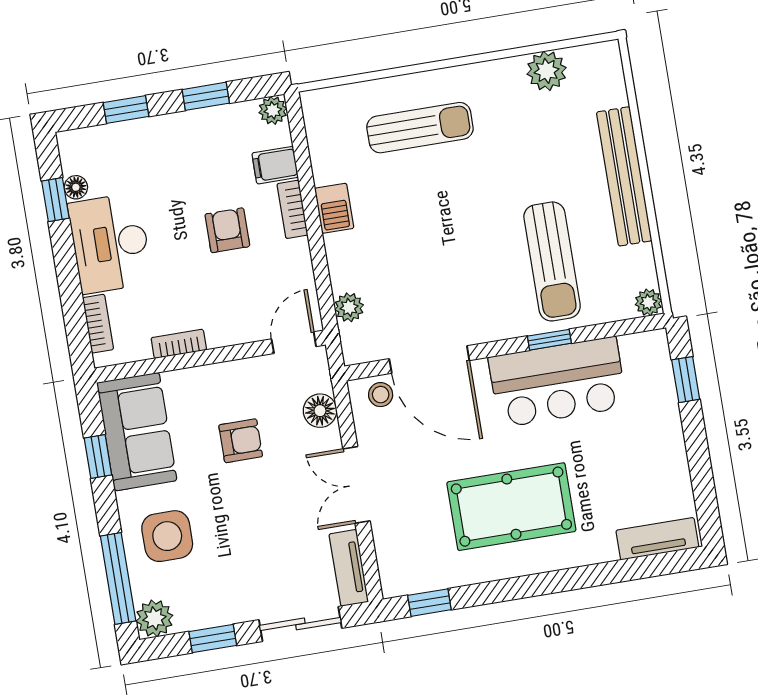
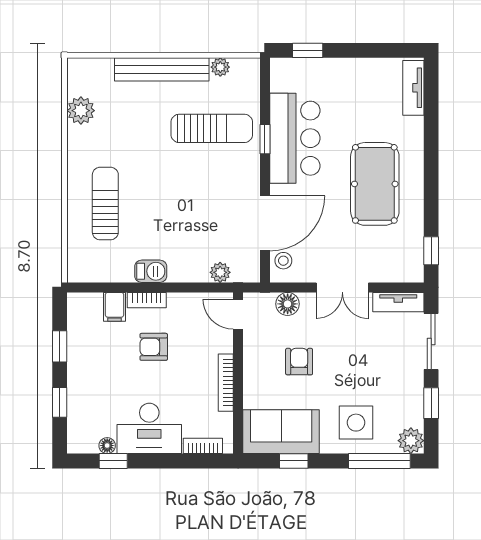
plant: (273, 110) -> (77, 302), removed
plant: (648, 302) -> (220, 67), moved
bookcase: (179, 344) -> (226, 383), width x1.56

